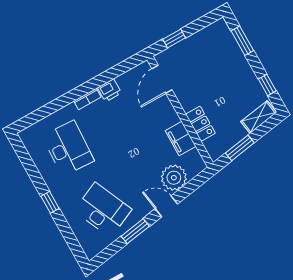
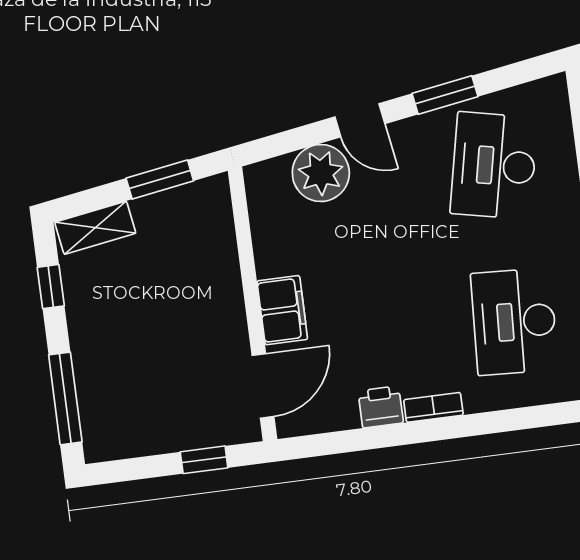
window: (242, 41) -> (65, 398), width x1.44
locker: (201, 124) -> (221, 262), removed
filing cabinet: (181, 138) -> (282, 310), moved
desk: (103, 210) -> (494, 166), turned 36

